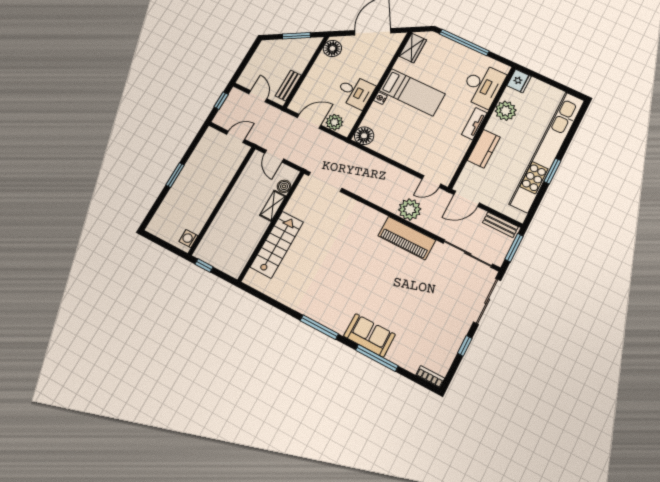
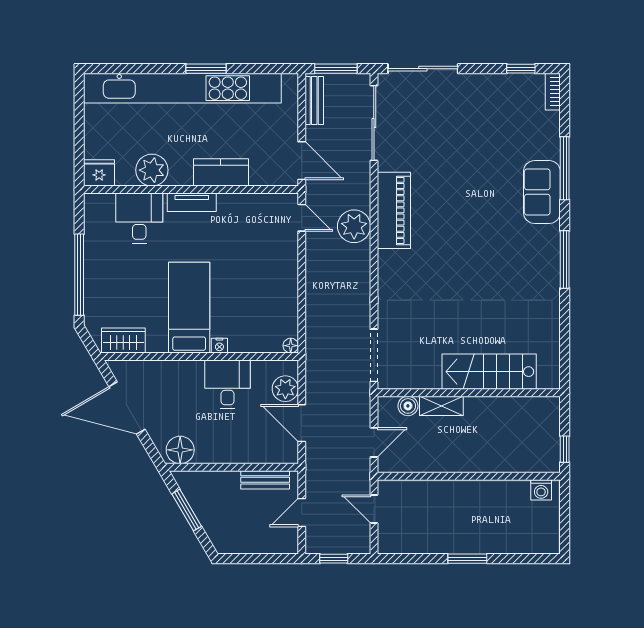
desk: (483, 85) -> (139, 218), width x0.73
floor lamp: (364, 136) -> (291, 346), width x0.53, depth x0.53
window: (465, 346) -> (521, 69), moved

